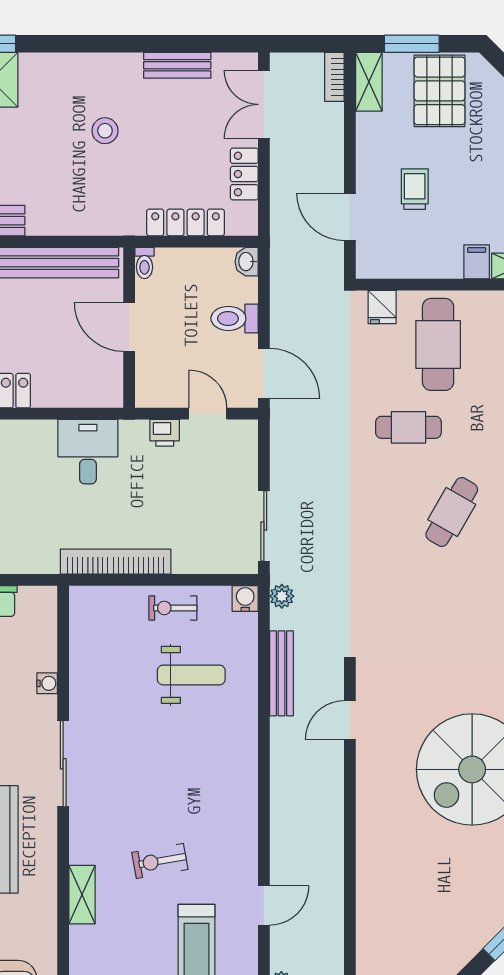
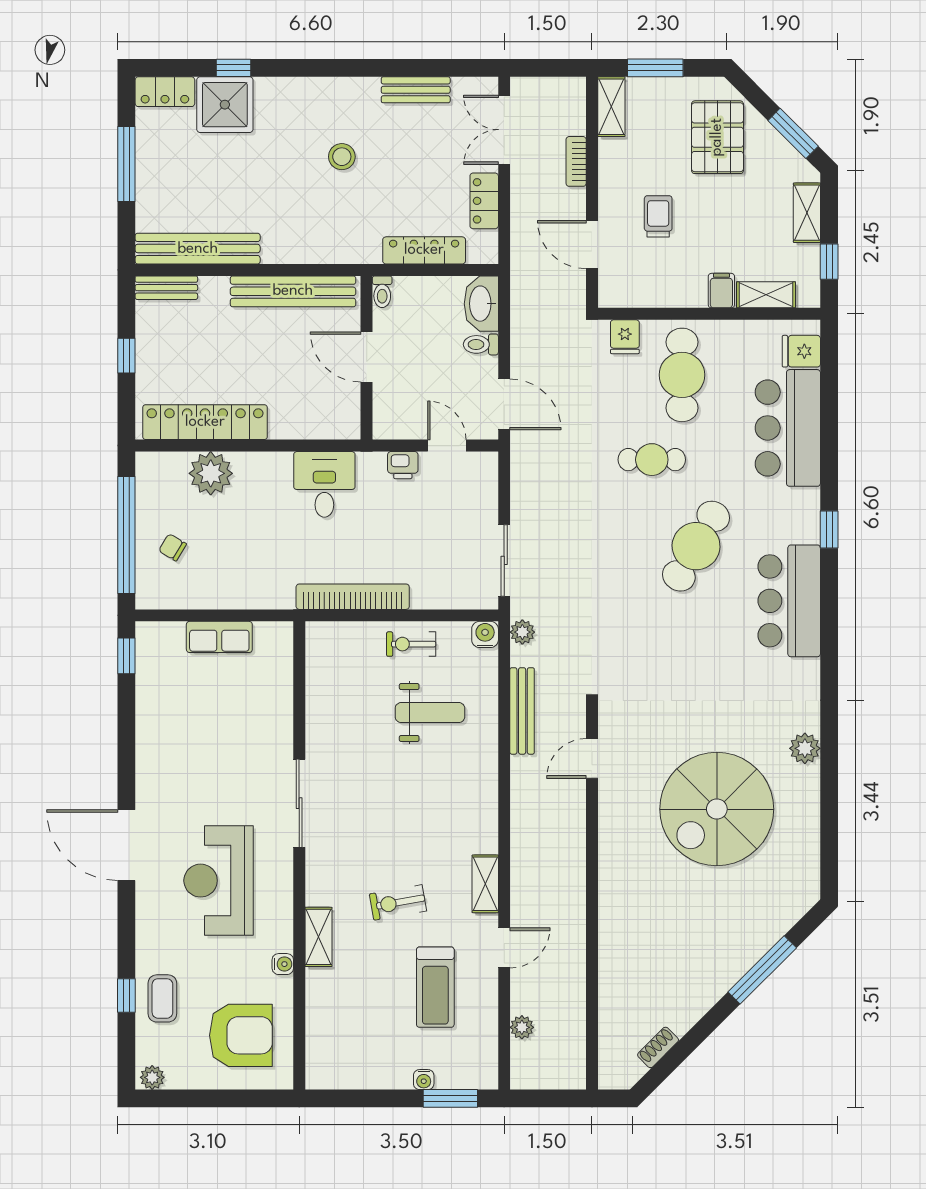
bookcase: (334, 77) -> (576, 161), moved
pallet: (440, 91) -> (717, 137), moved
washbasin: (247, 262) -> (481, 304), width x1.91, depth x1.45
toilet: (235, 318) -> (481, 344), width x0.73, depth x0.72
cafe table: (452, 512) -> (696, 546), width x1.37, depth x1.35
water cooler: (47, 683) -> (283, 964), moved
shelving: (245, 843) -> (485, 884), added

